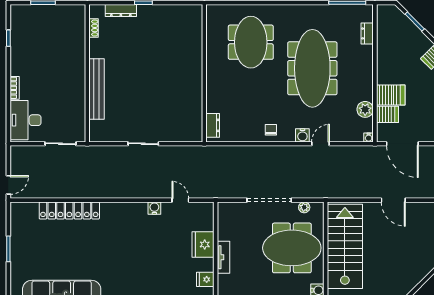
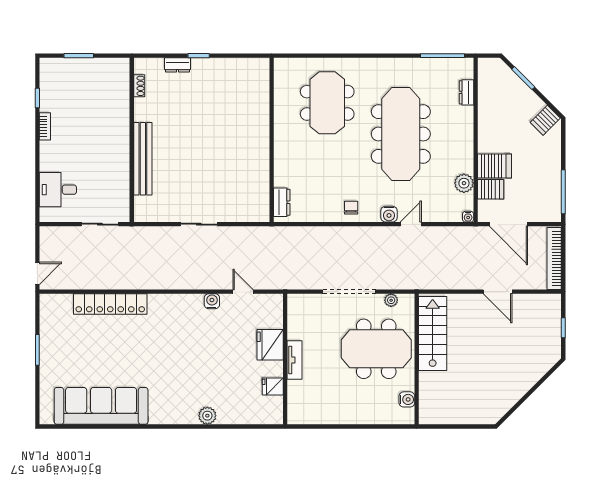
dresser: (121, 10) -> (177, 65), width x0.70
bookcase: (15, 88) -> (45, 126), moved
desk: (26, 120) -> (58, 190), width x0.73
stairs: (345, 246) -> (433, 333), width x0.73, depth x0.66

